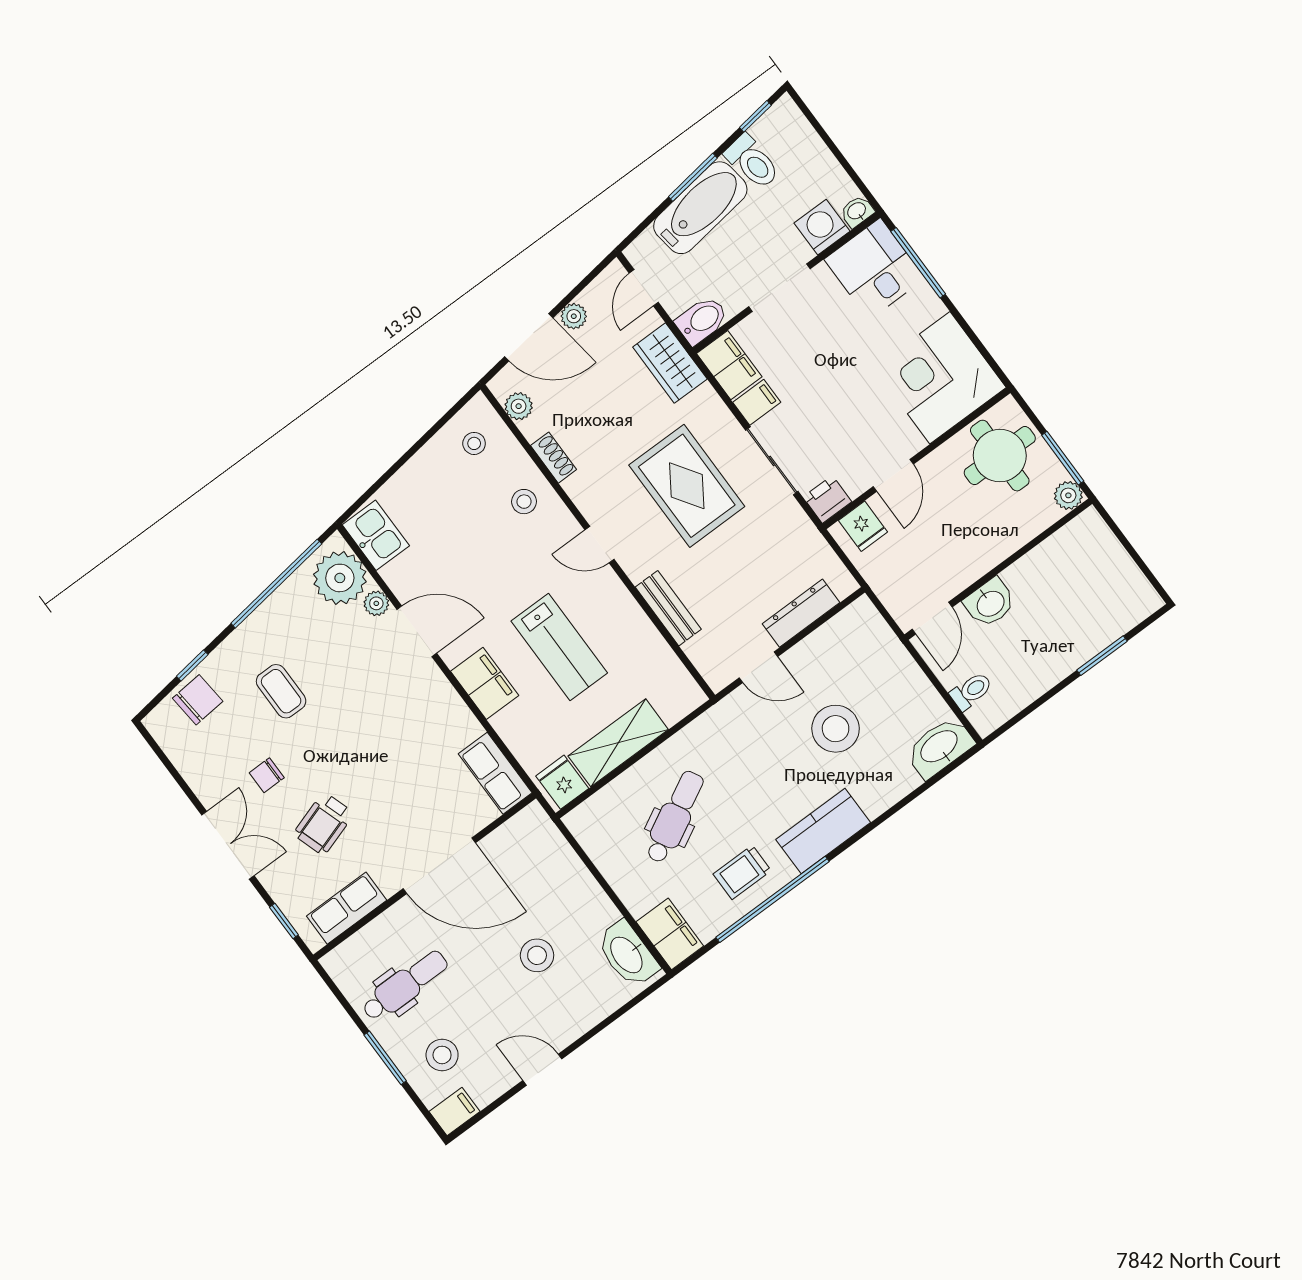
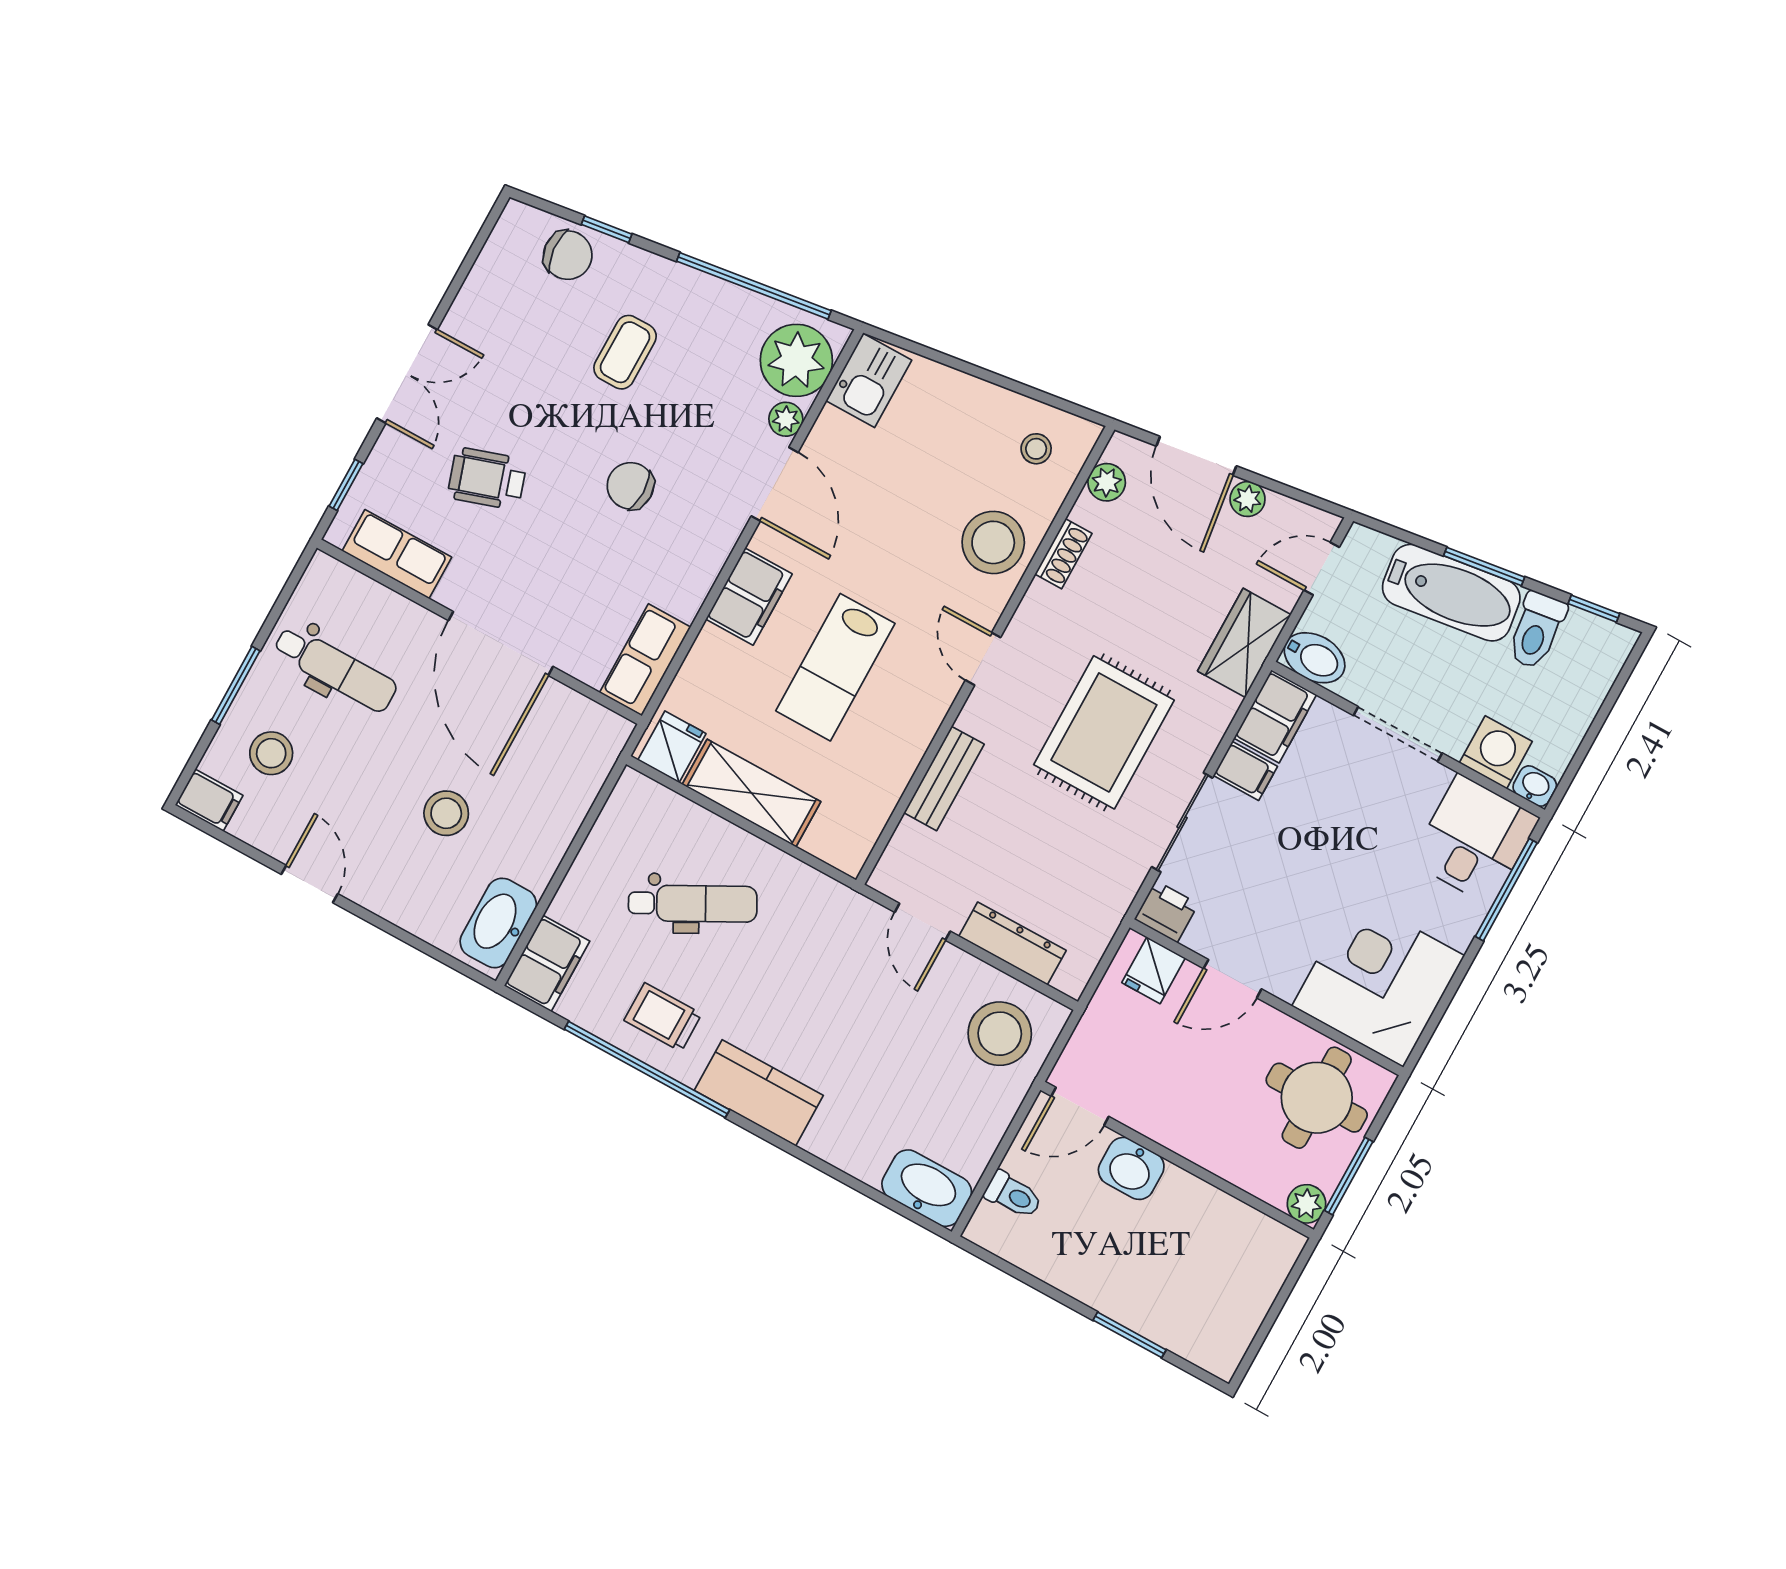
stool: (524, 502) -> (993, 542), width x1.89, depth x1.89
stool: (836, 729) -> (1000, 1034), moved
chair: (267, 775) -> (630, 486), moved, width x1.37, depth x1.37

